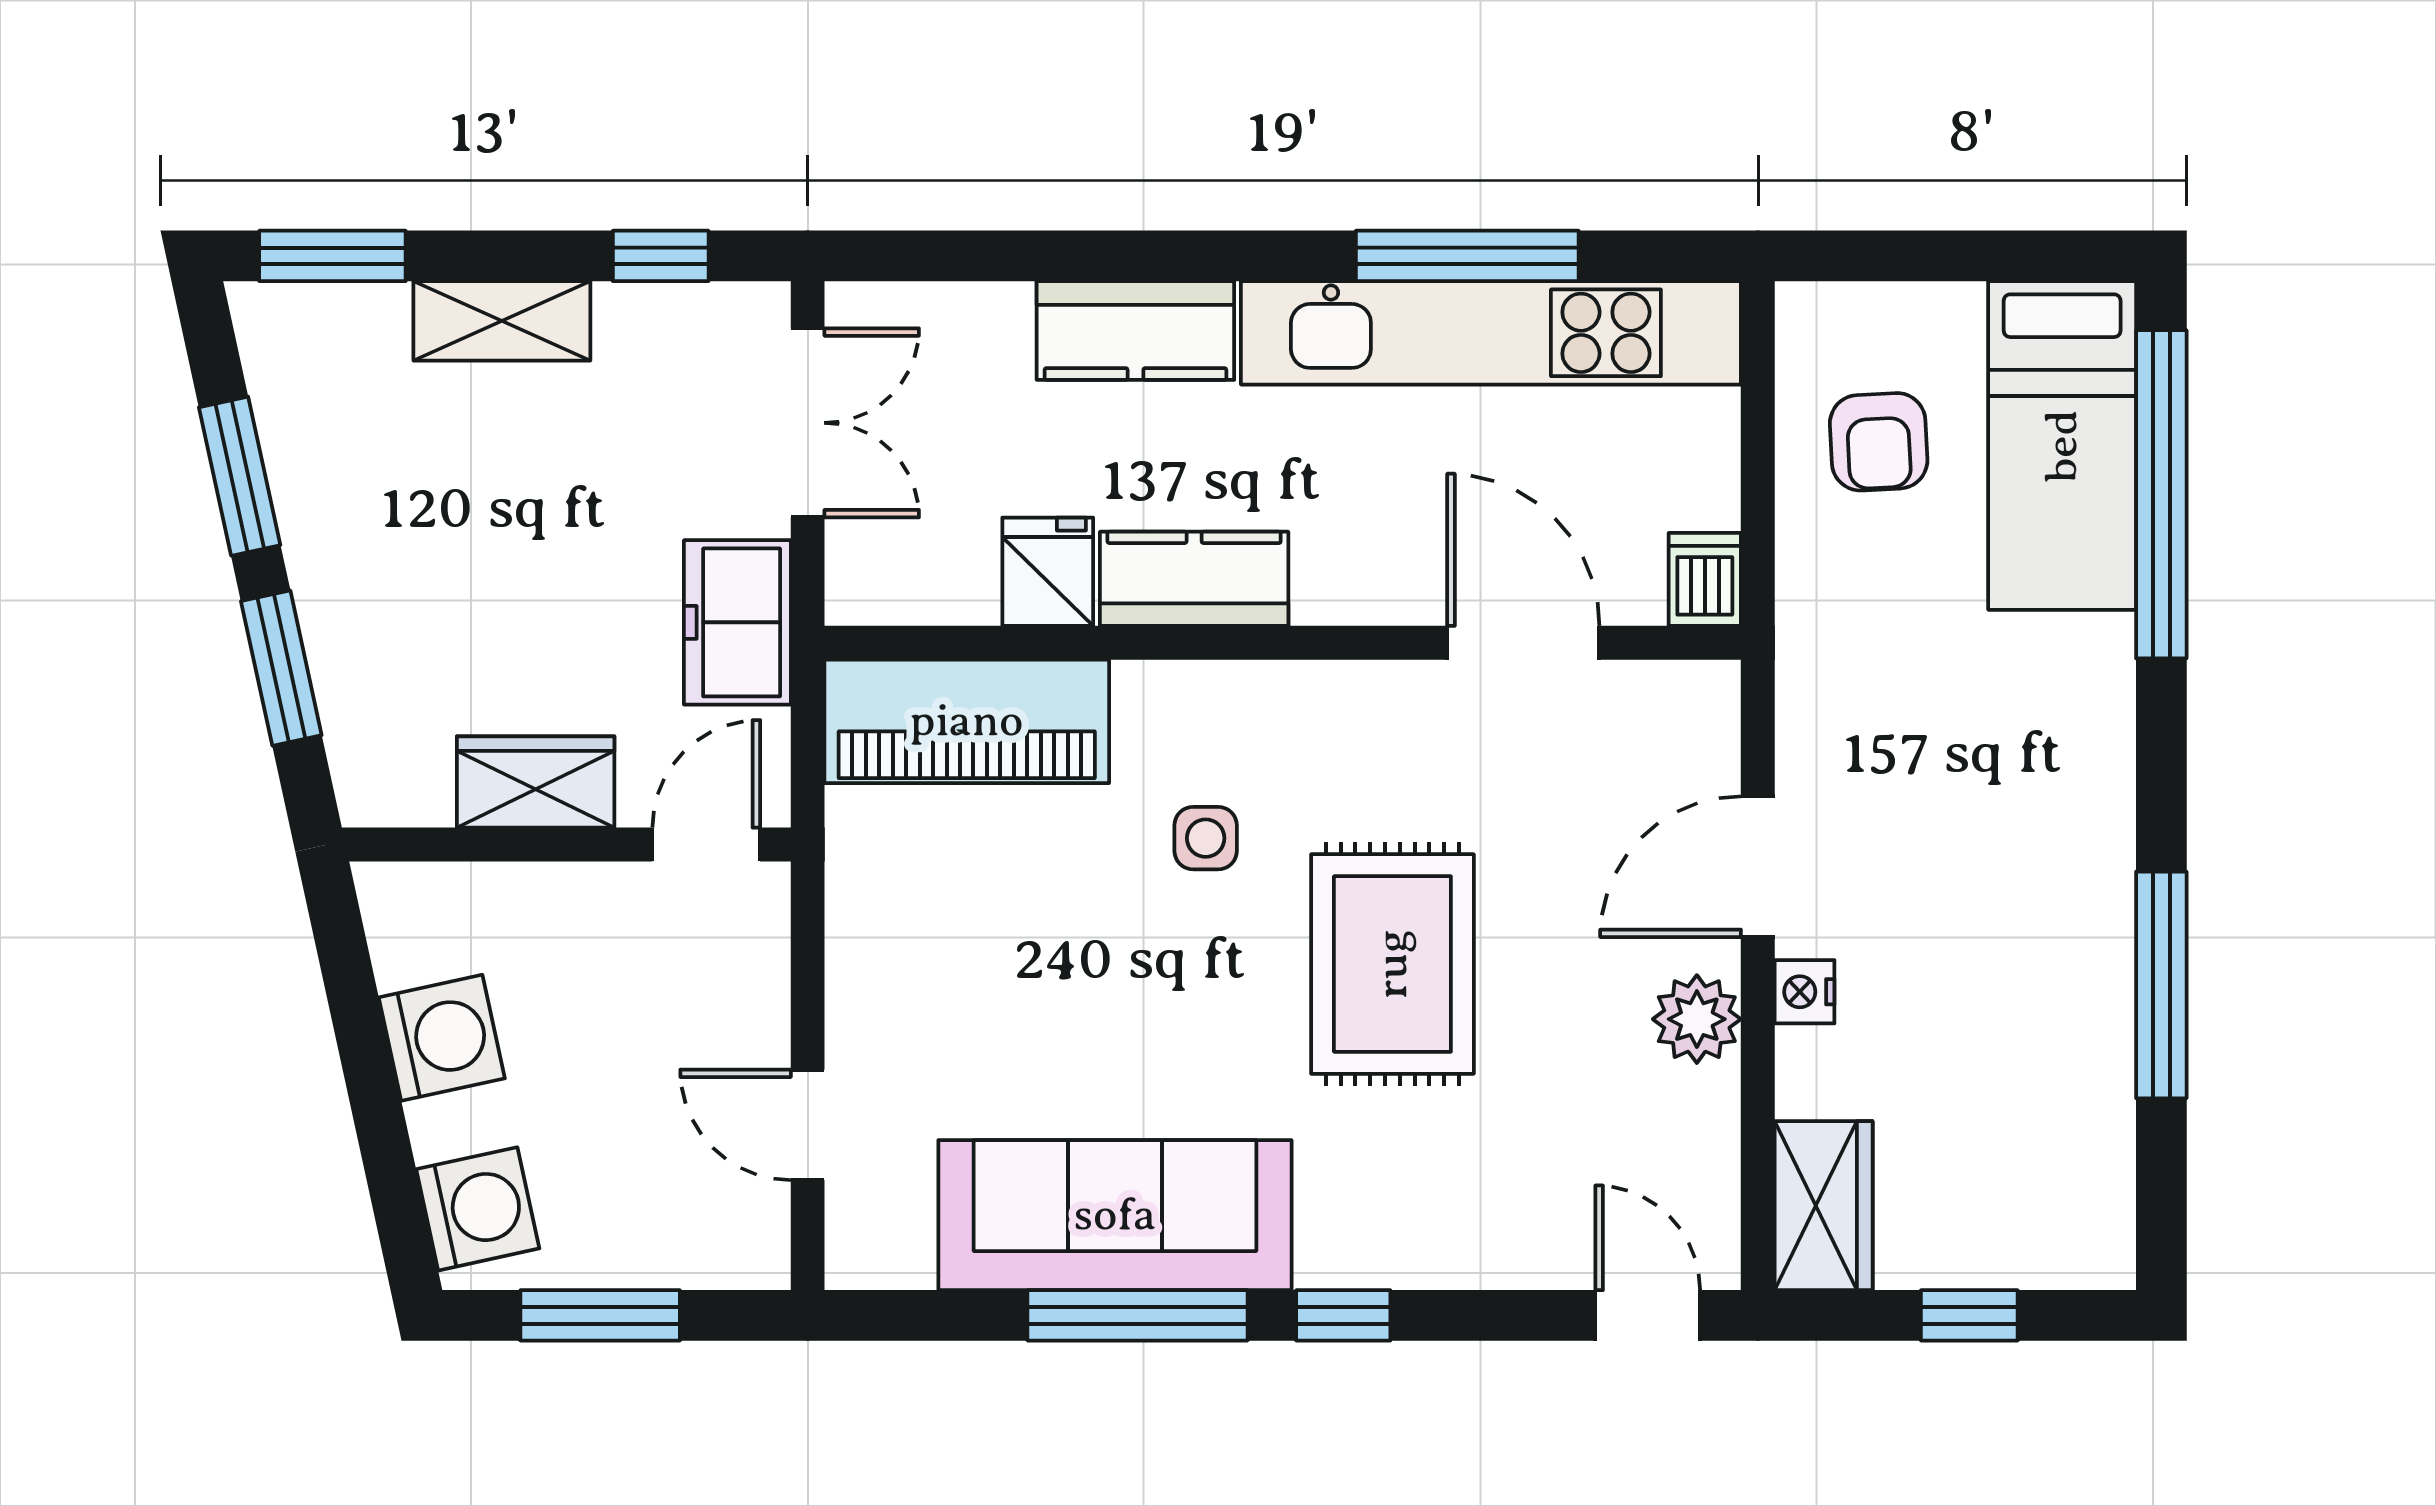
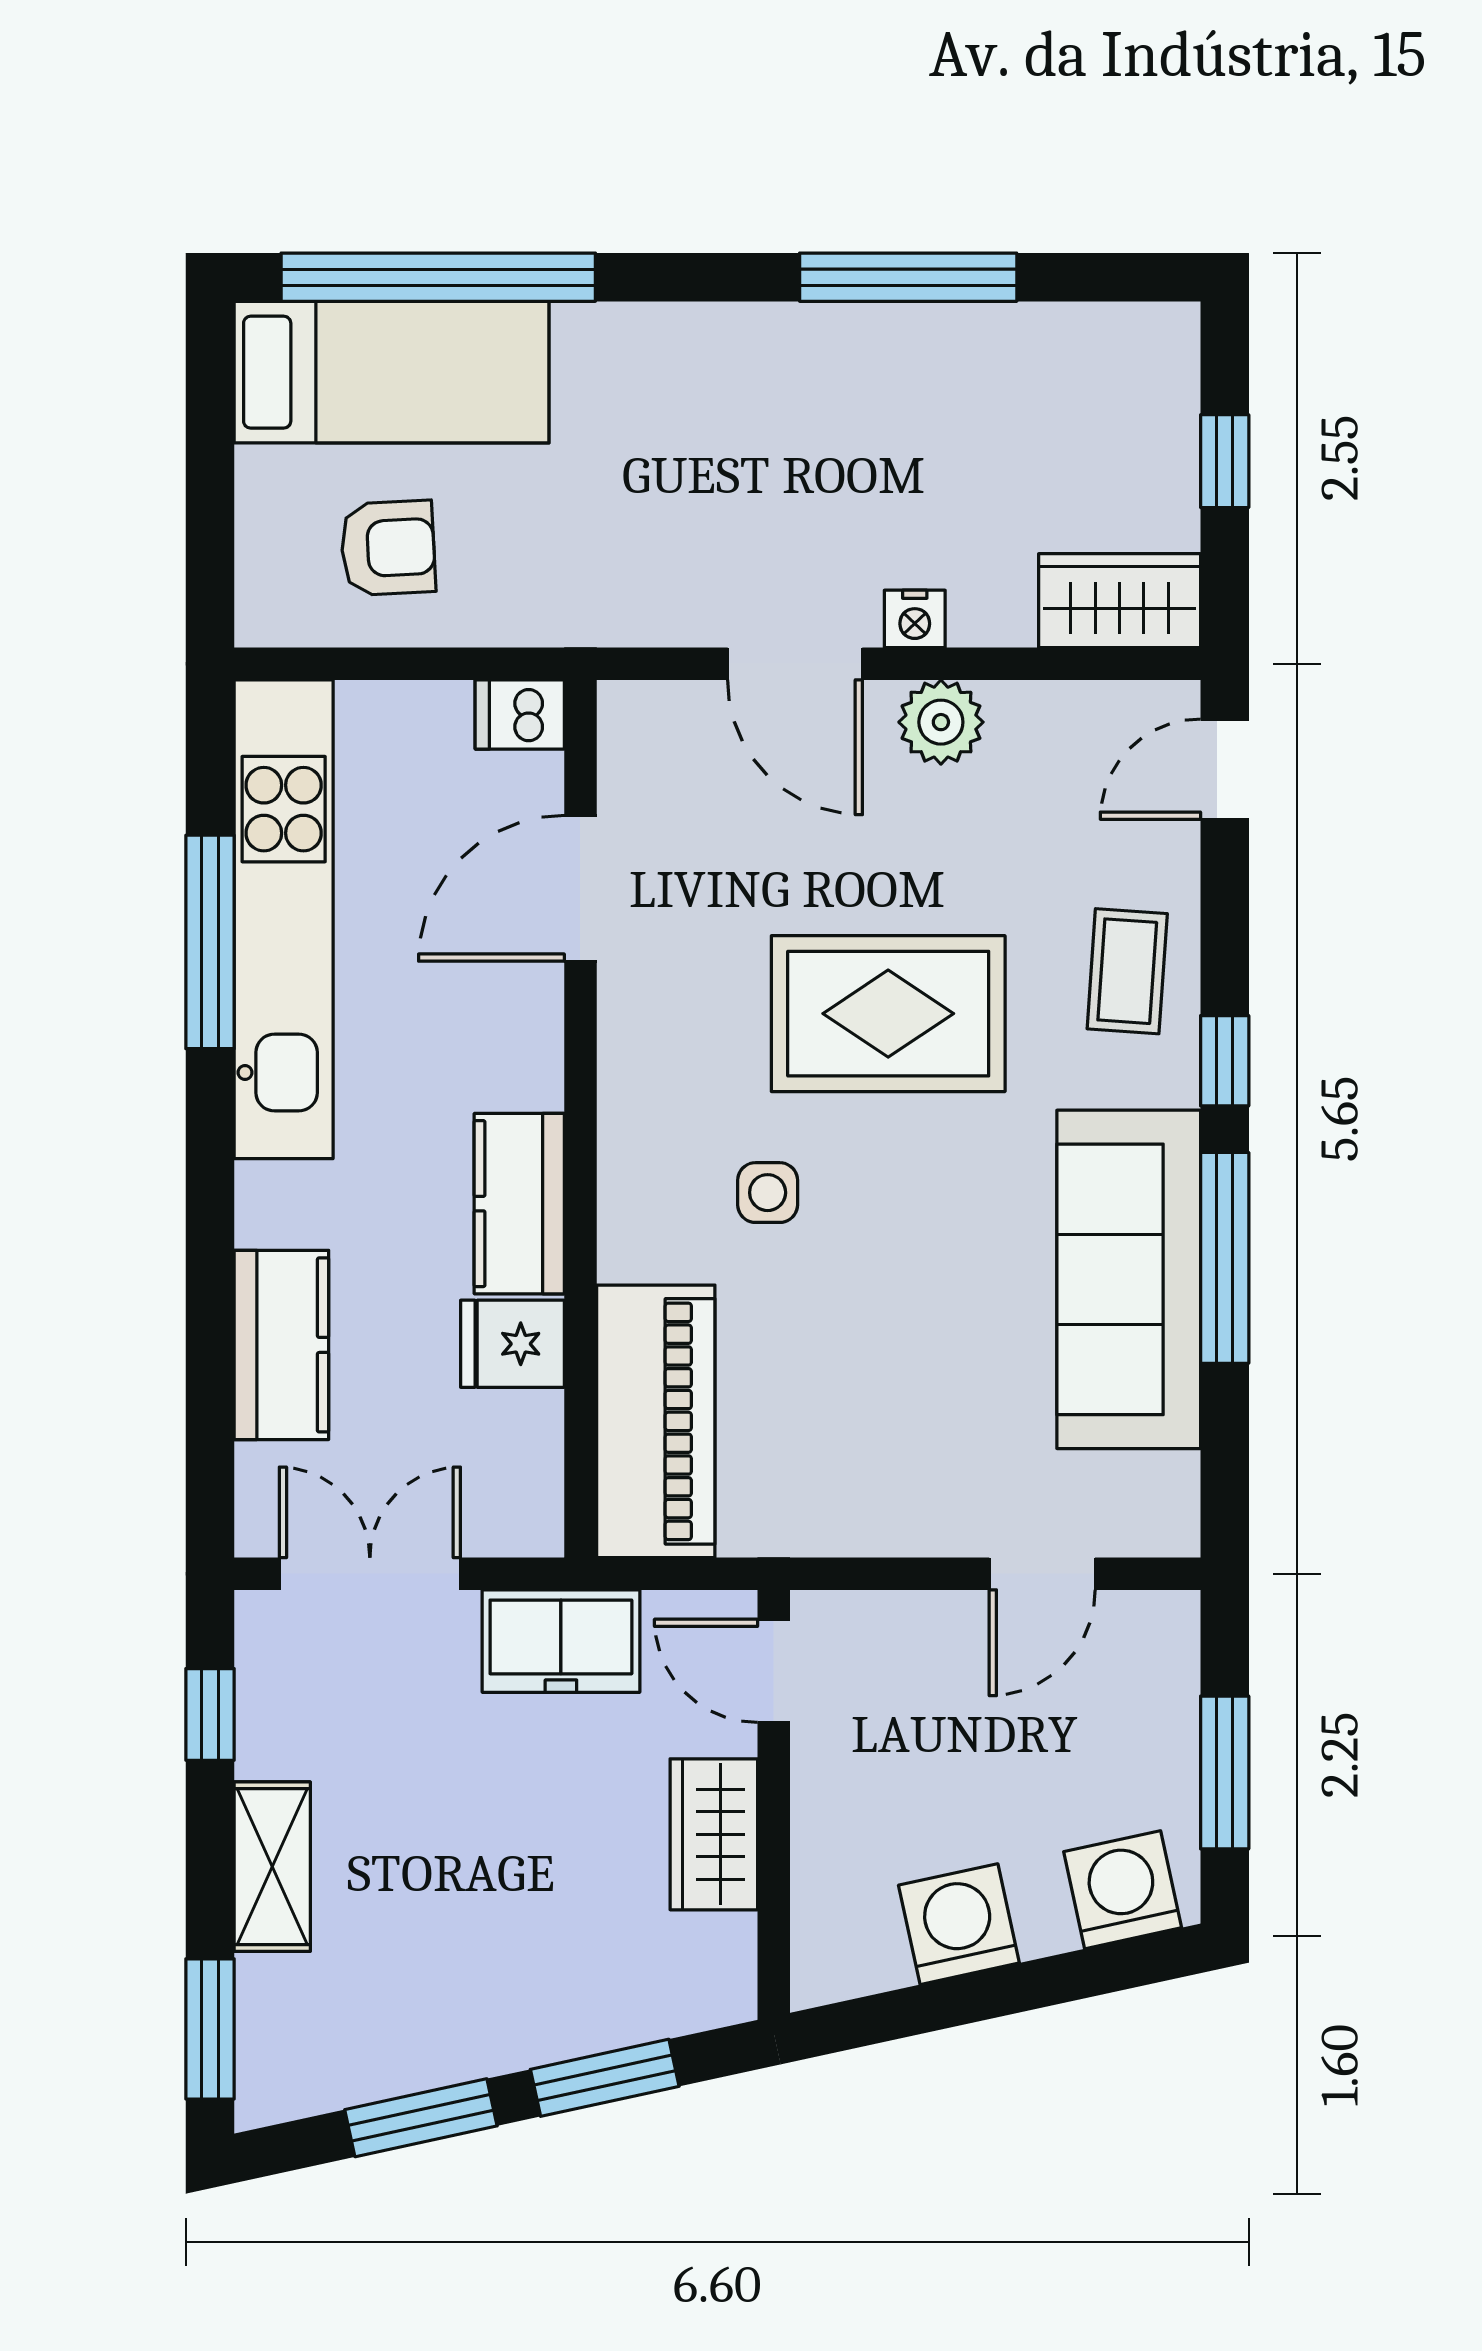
kitchen counter: (1135, 331) -> (281, 1345), moved
coffee table: (1437, 1214) -> (1127, 971), added

